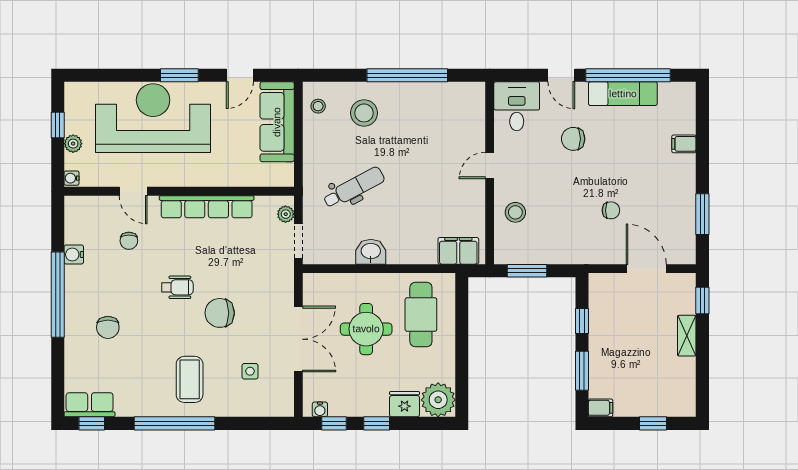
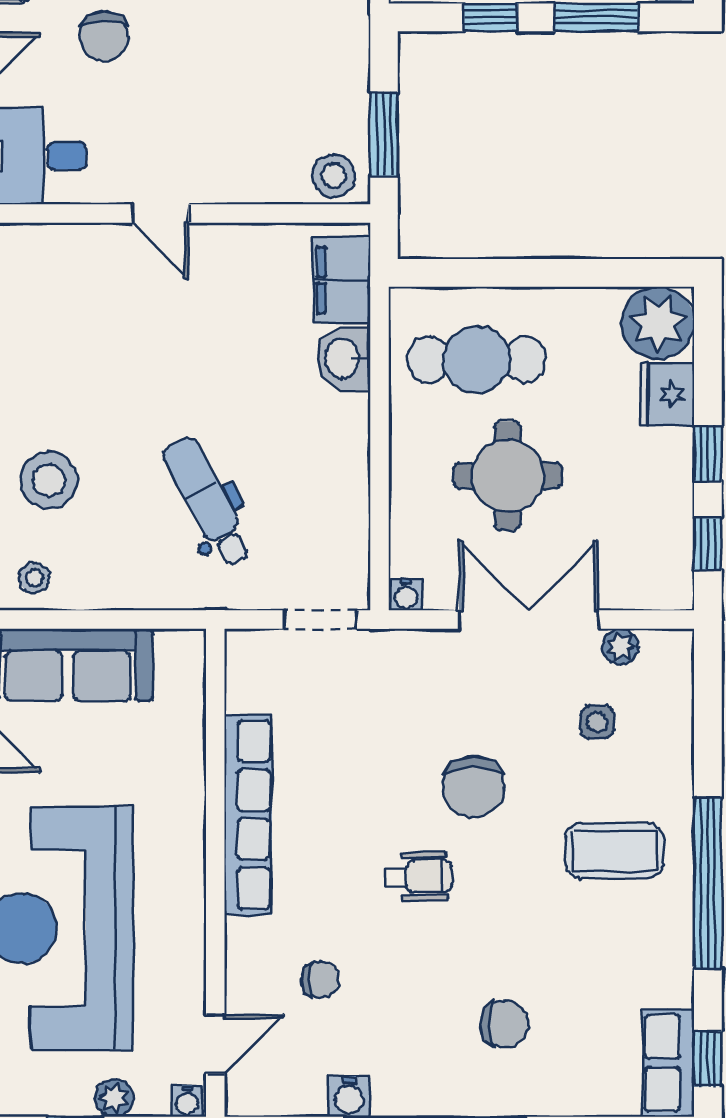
door: (133, 191) -> (215, 1044), moved
stool: (515, 212) -> (334, 176), moved
plant: (286, 214) -> (620, 647), moved
washbasin: (371, 252) -> (344, 358), moved
wheelchair: (177, 287) -> (419, 877), turned 88
water cooler: (320, 409) -> (406, 595), moved, turned 90

